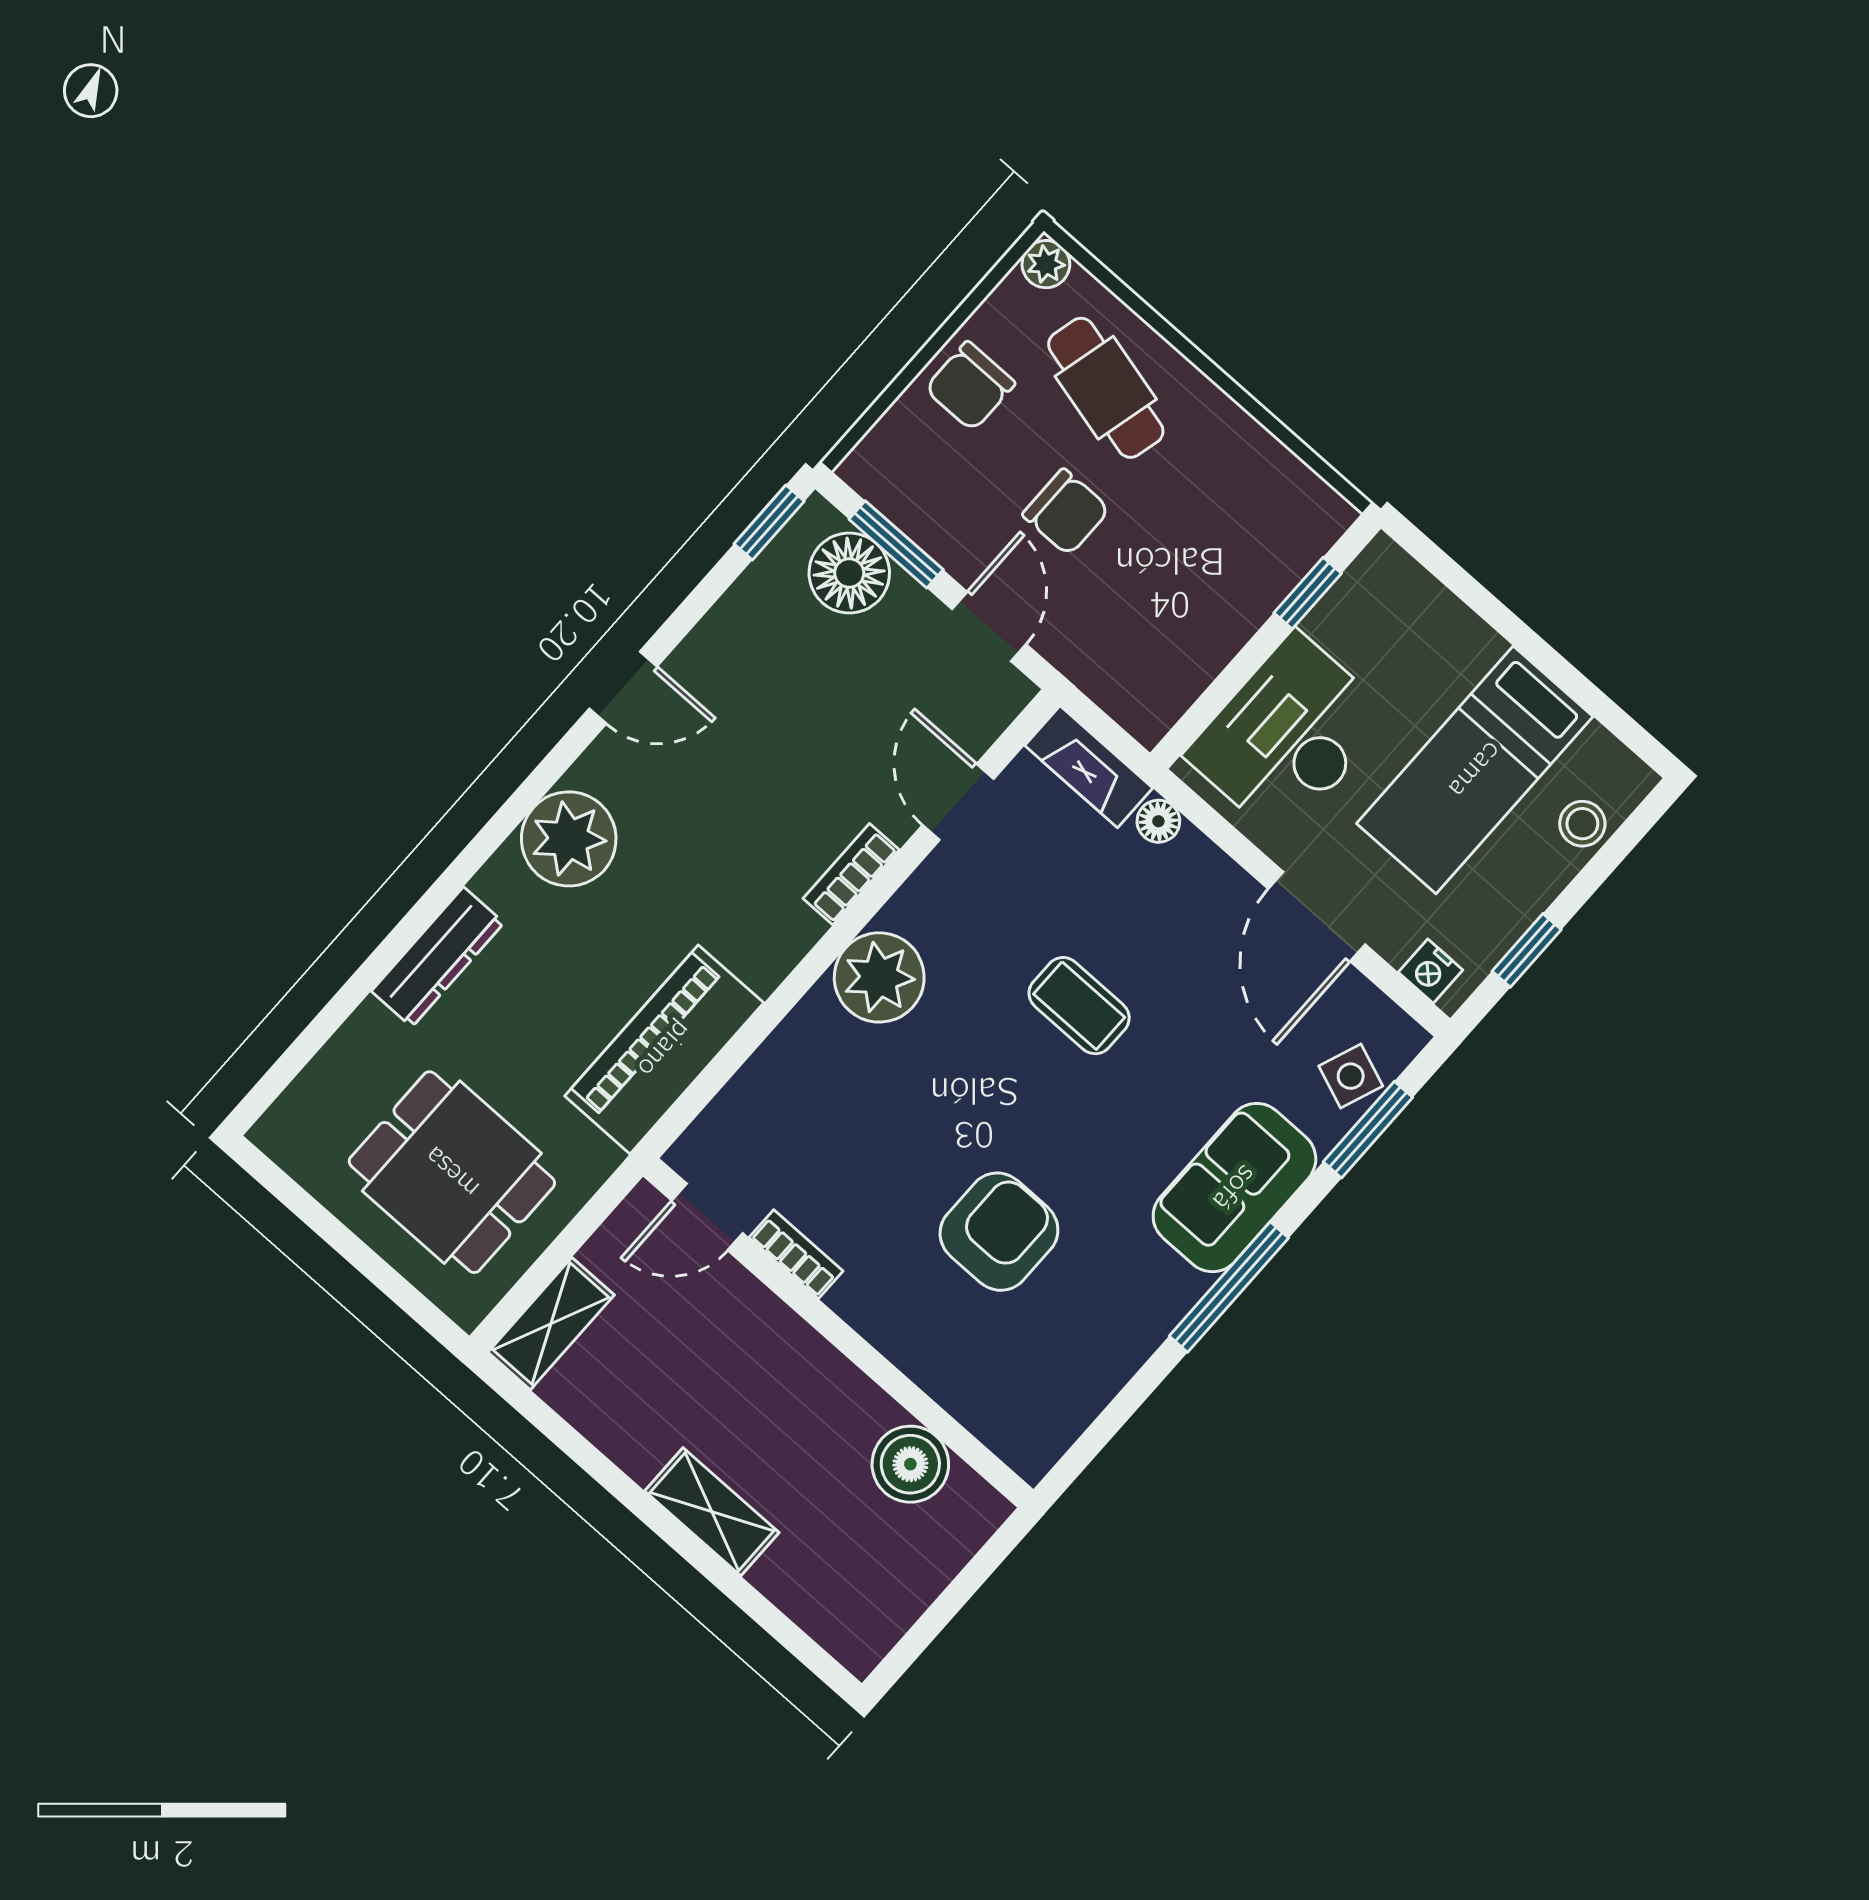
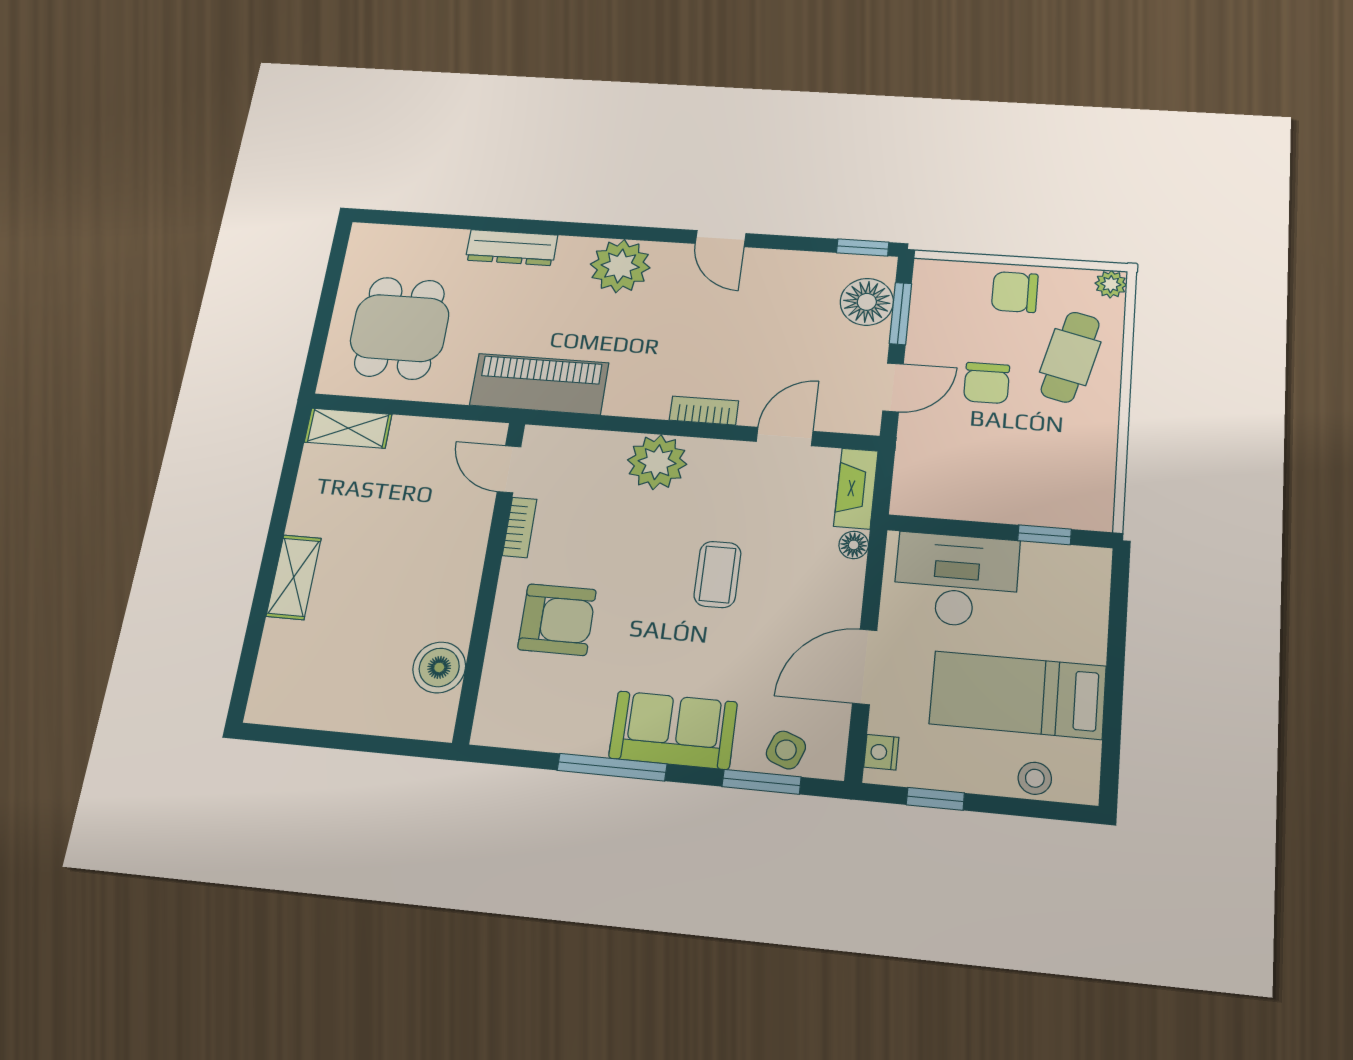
door: (707, 1217) -> (509, 469), moved
bookcase: (796, 1254) -> (520, 527), moved
wall: (838, 1333) -> (490, 579), moved
boiler: (910, 1464) -> (439, 667), moved

